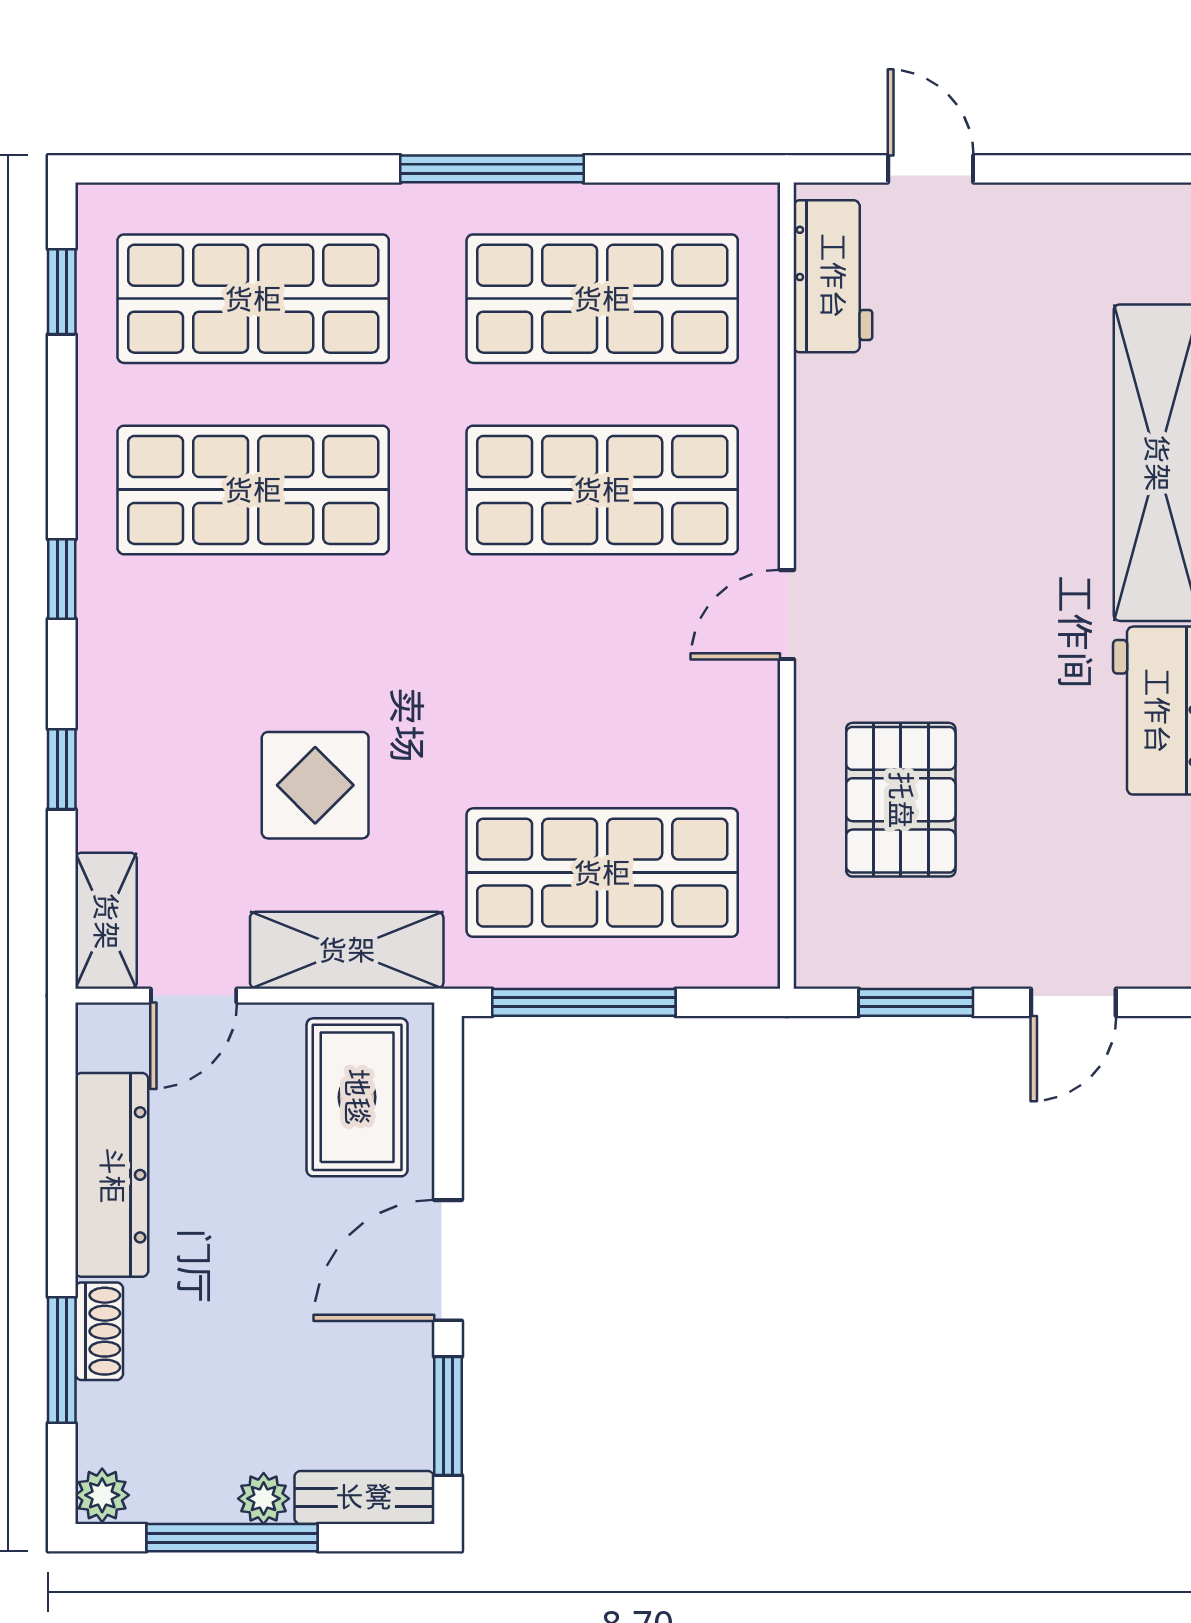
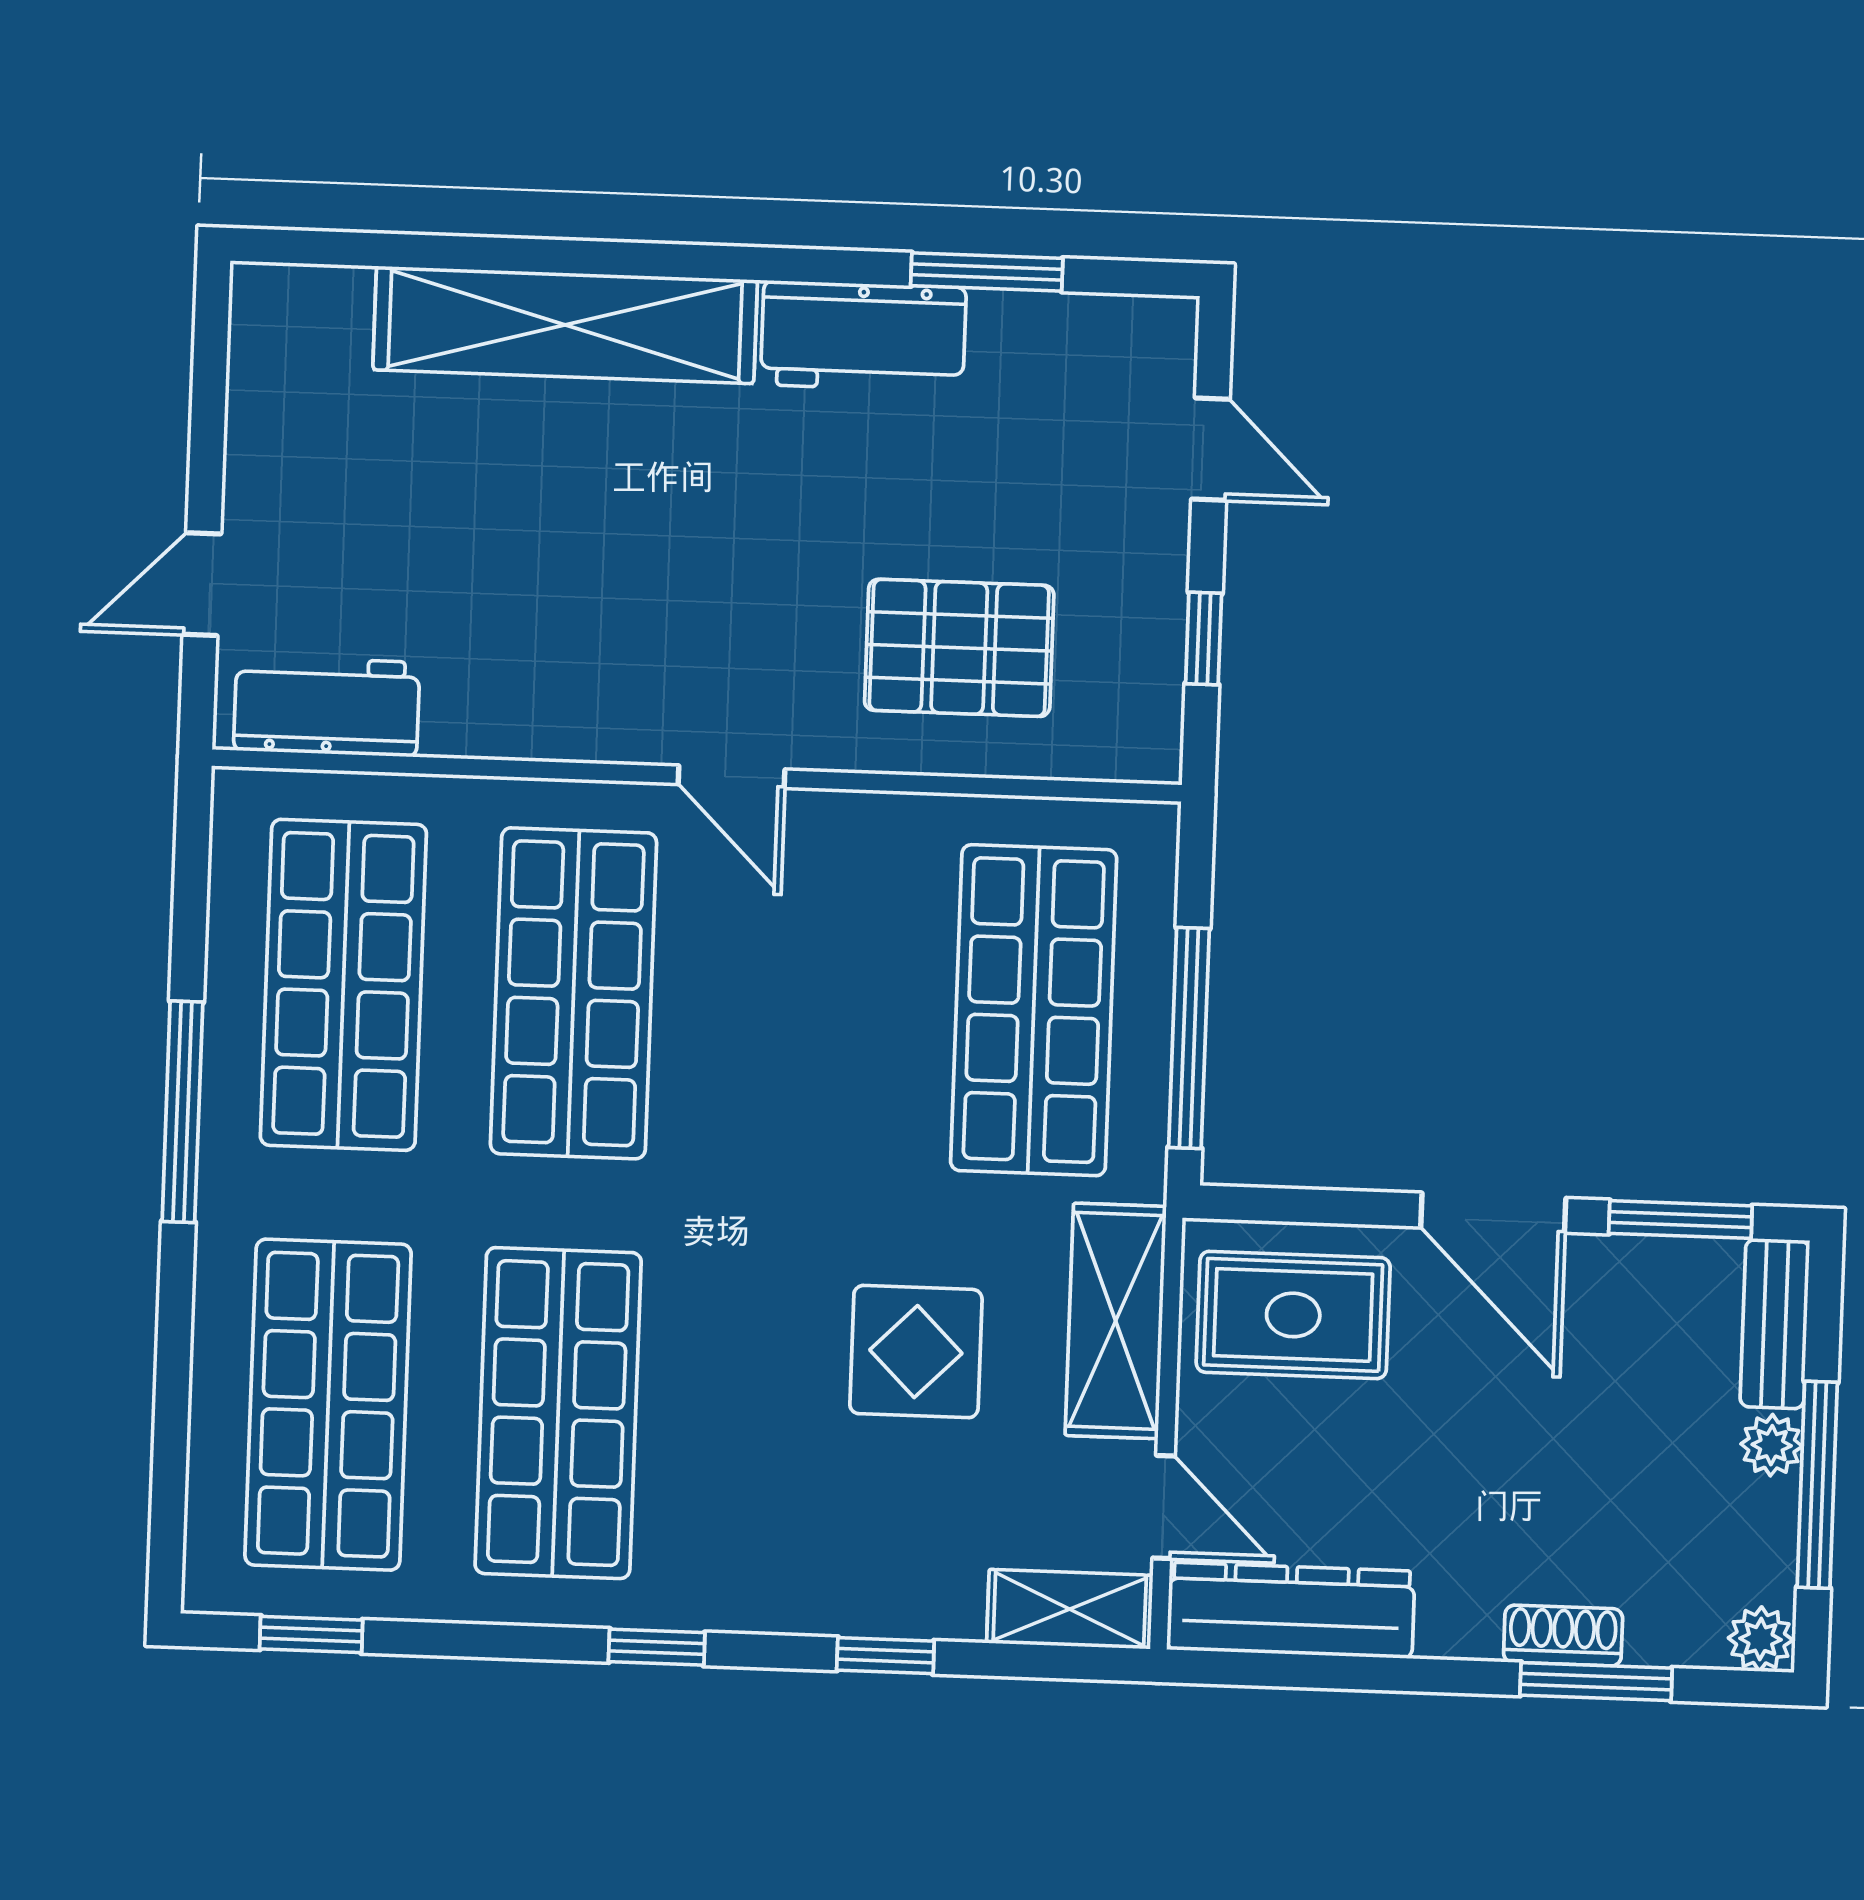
window: (916, 1002) -> (1204, 639), width x0.67
dresser: (112, 1175) -> (1291, 1610), moved

